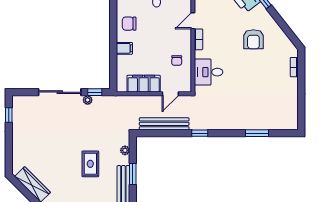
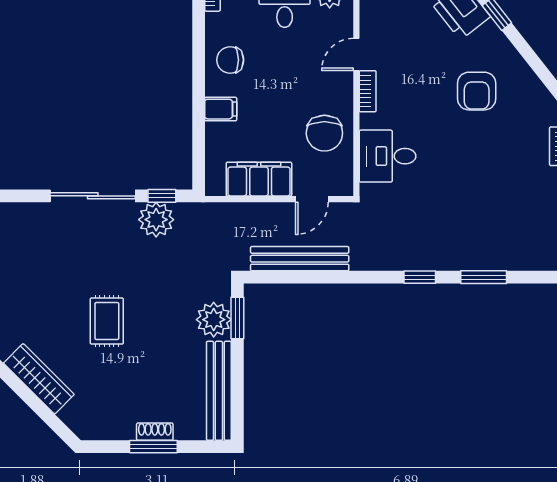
chair: (177, 60) -> (324, 133), width x1.87, depth x1.87
plant: (88, 100) -> (156, 220), width x1.87, depth x1.87
window: (200, 133) -> (420, 277), moved
plant: (125, 150) -> (214, 320), width x1.87, depth x1.87
rug: (90, 164) -> (107, 321), moved
window: (133, 174) -> (237, 318), moved

